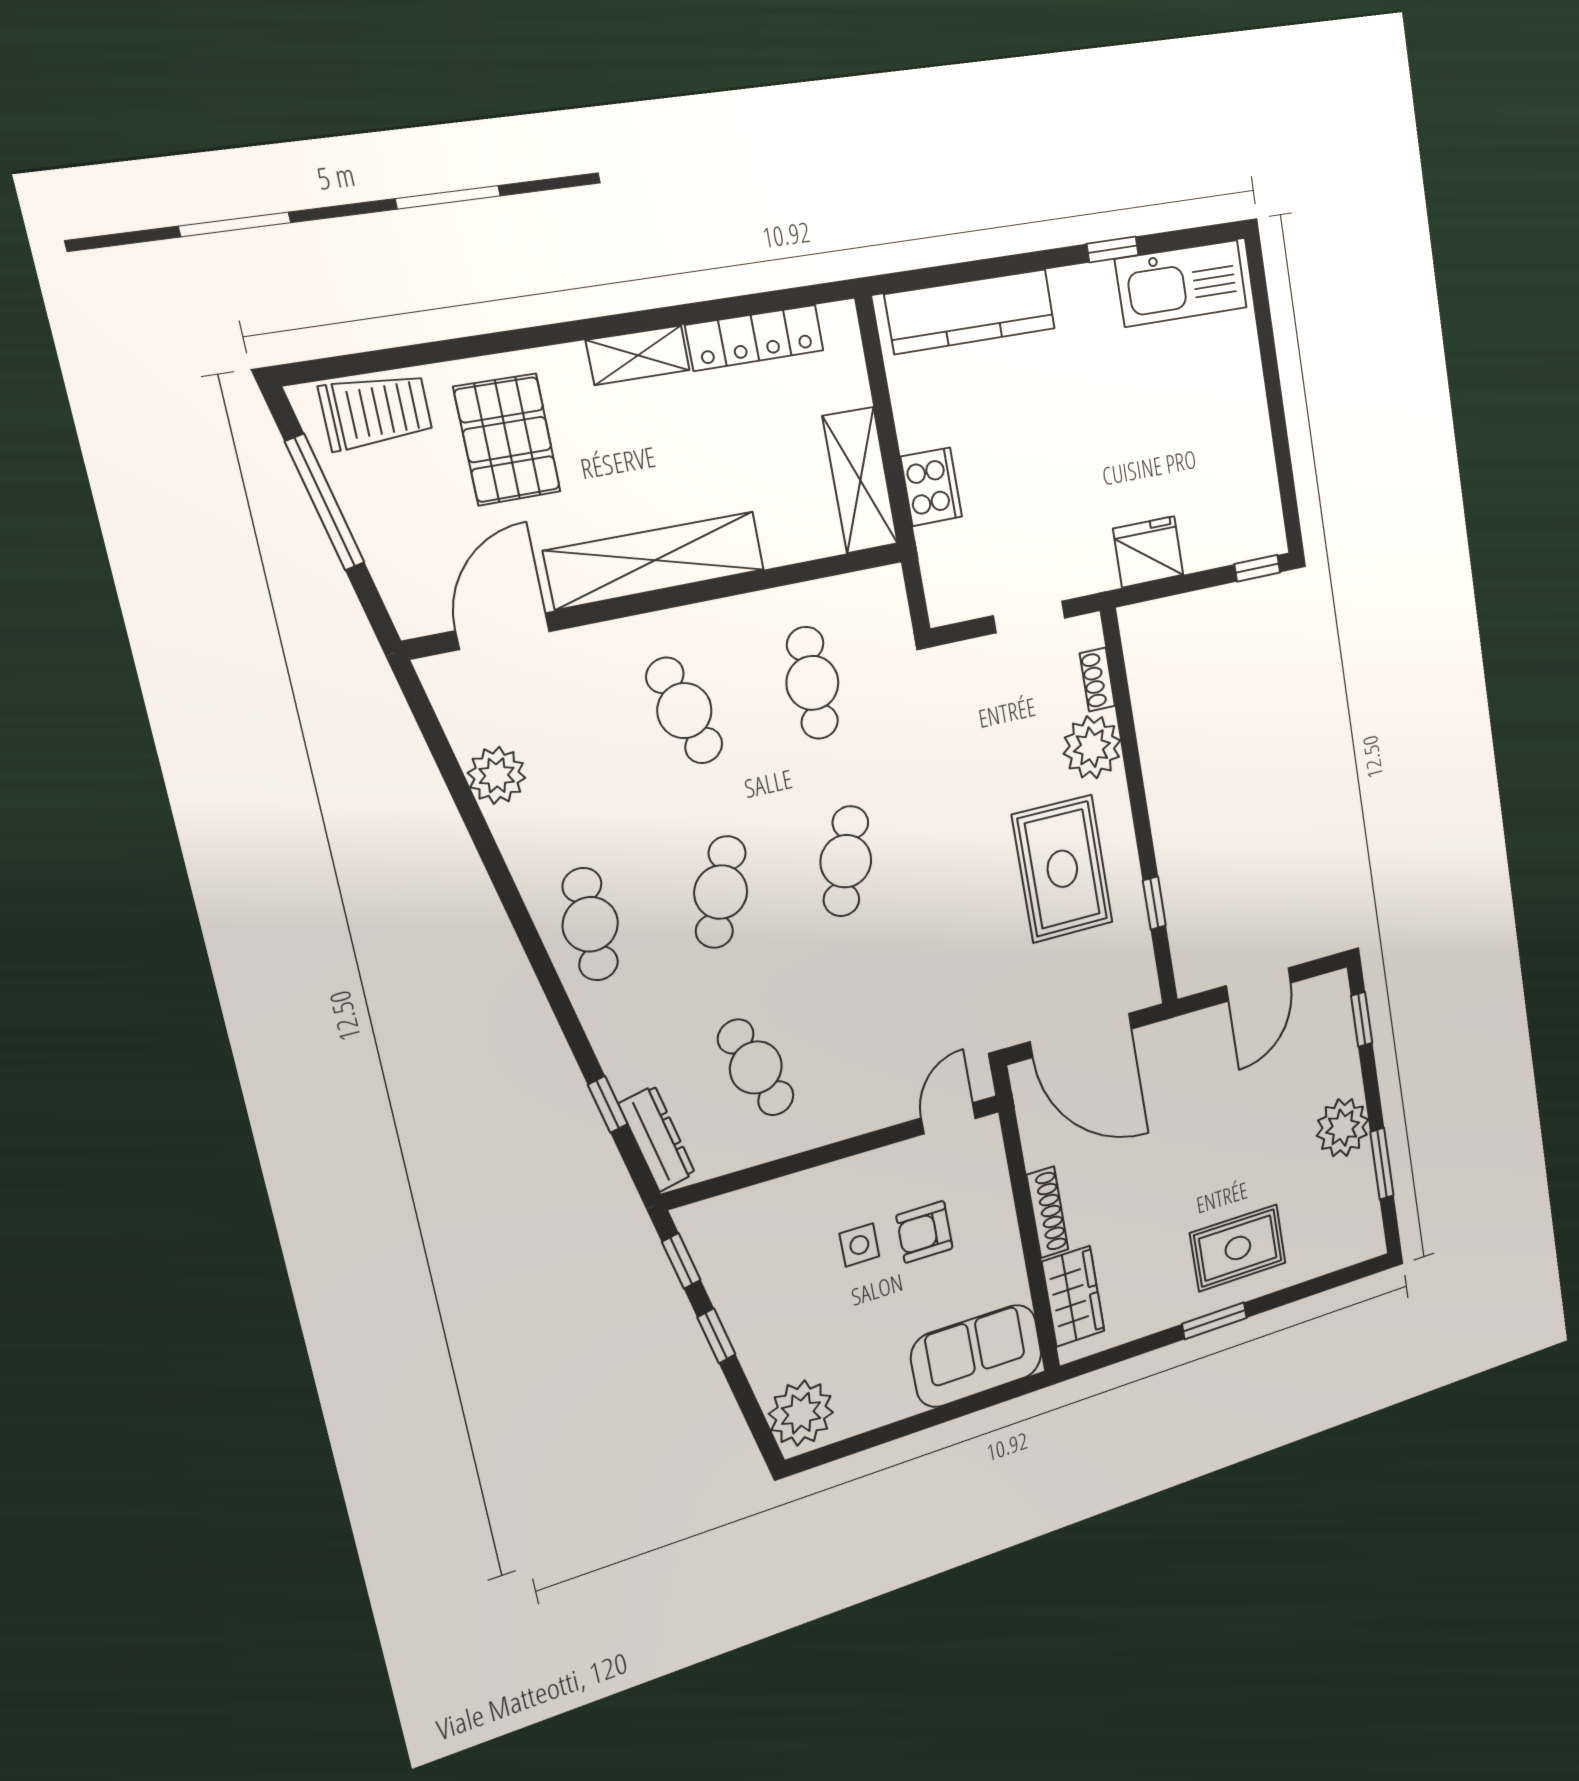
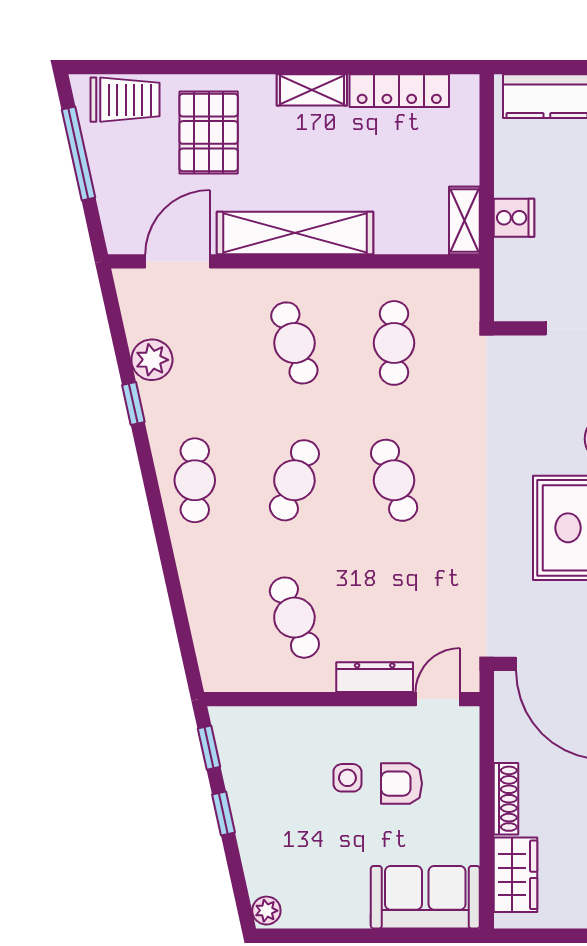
shelving: (860, 480) -> (464, 220), width x0.67, depth x0.75
cooker: (931, 487) -> (514, 218), width x0.73
cafe table: (846, 861) -> (394, 480), turned -36
window: (608, 1104) -> (133, 403), moved
dresser: (657, 1139) -> (375, 677), moved, turned -78
plant: (801, 1413) -> (266, 911), width x0.53, depth x0.53

